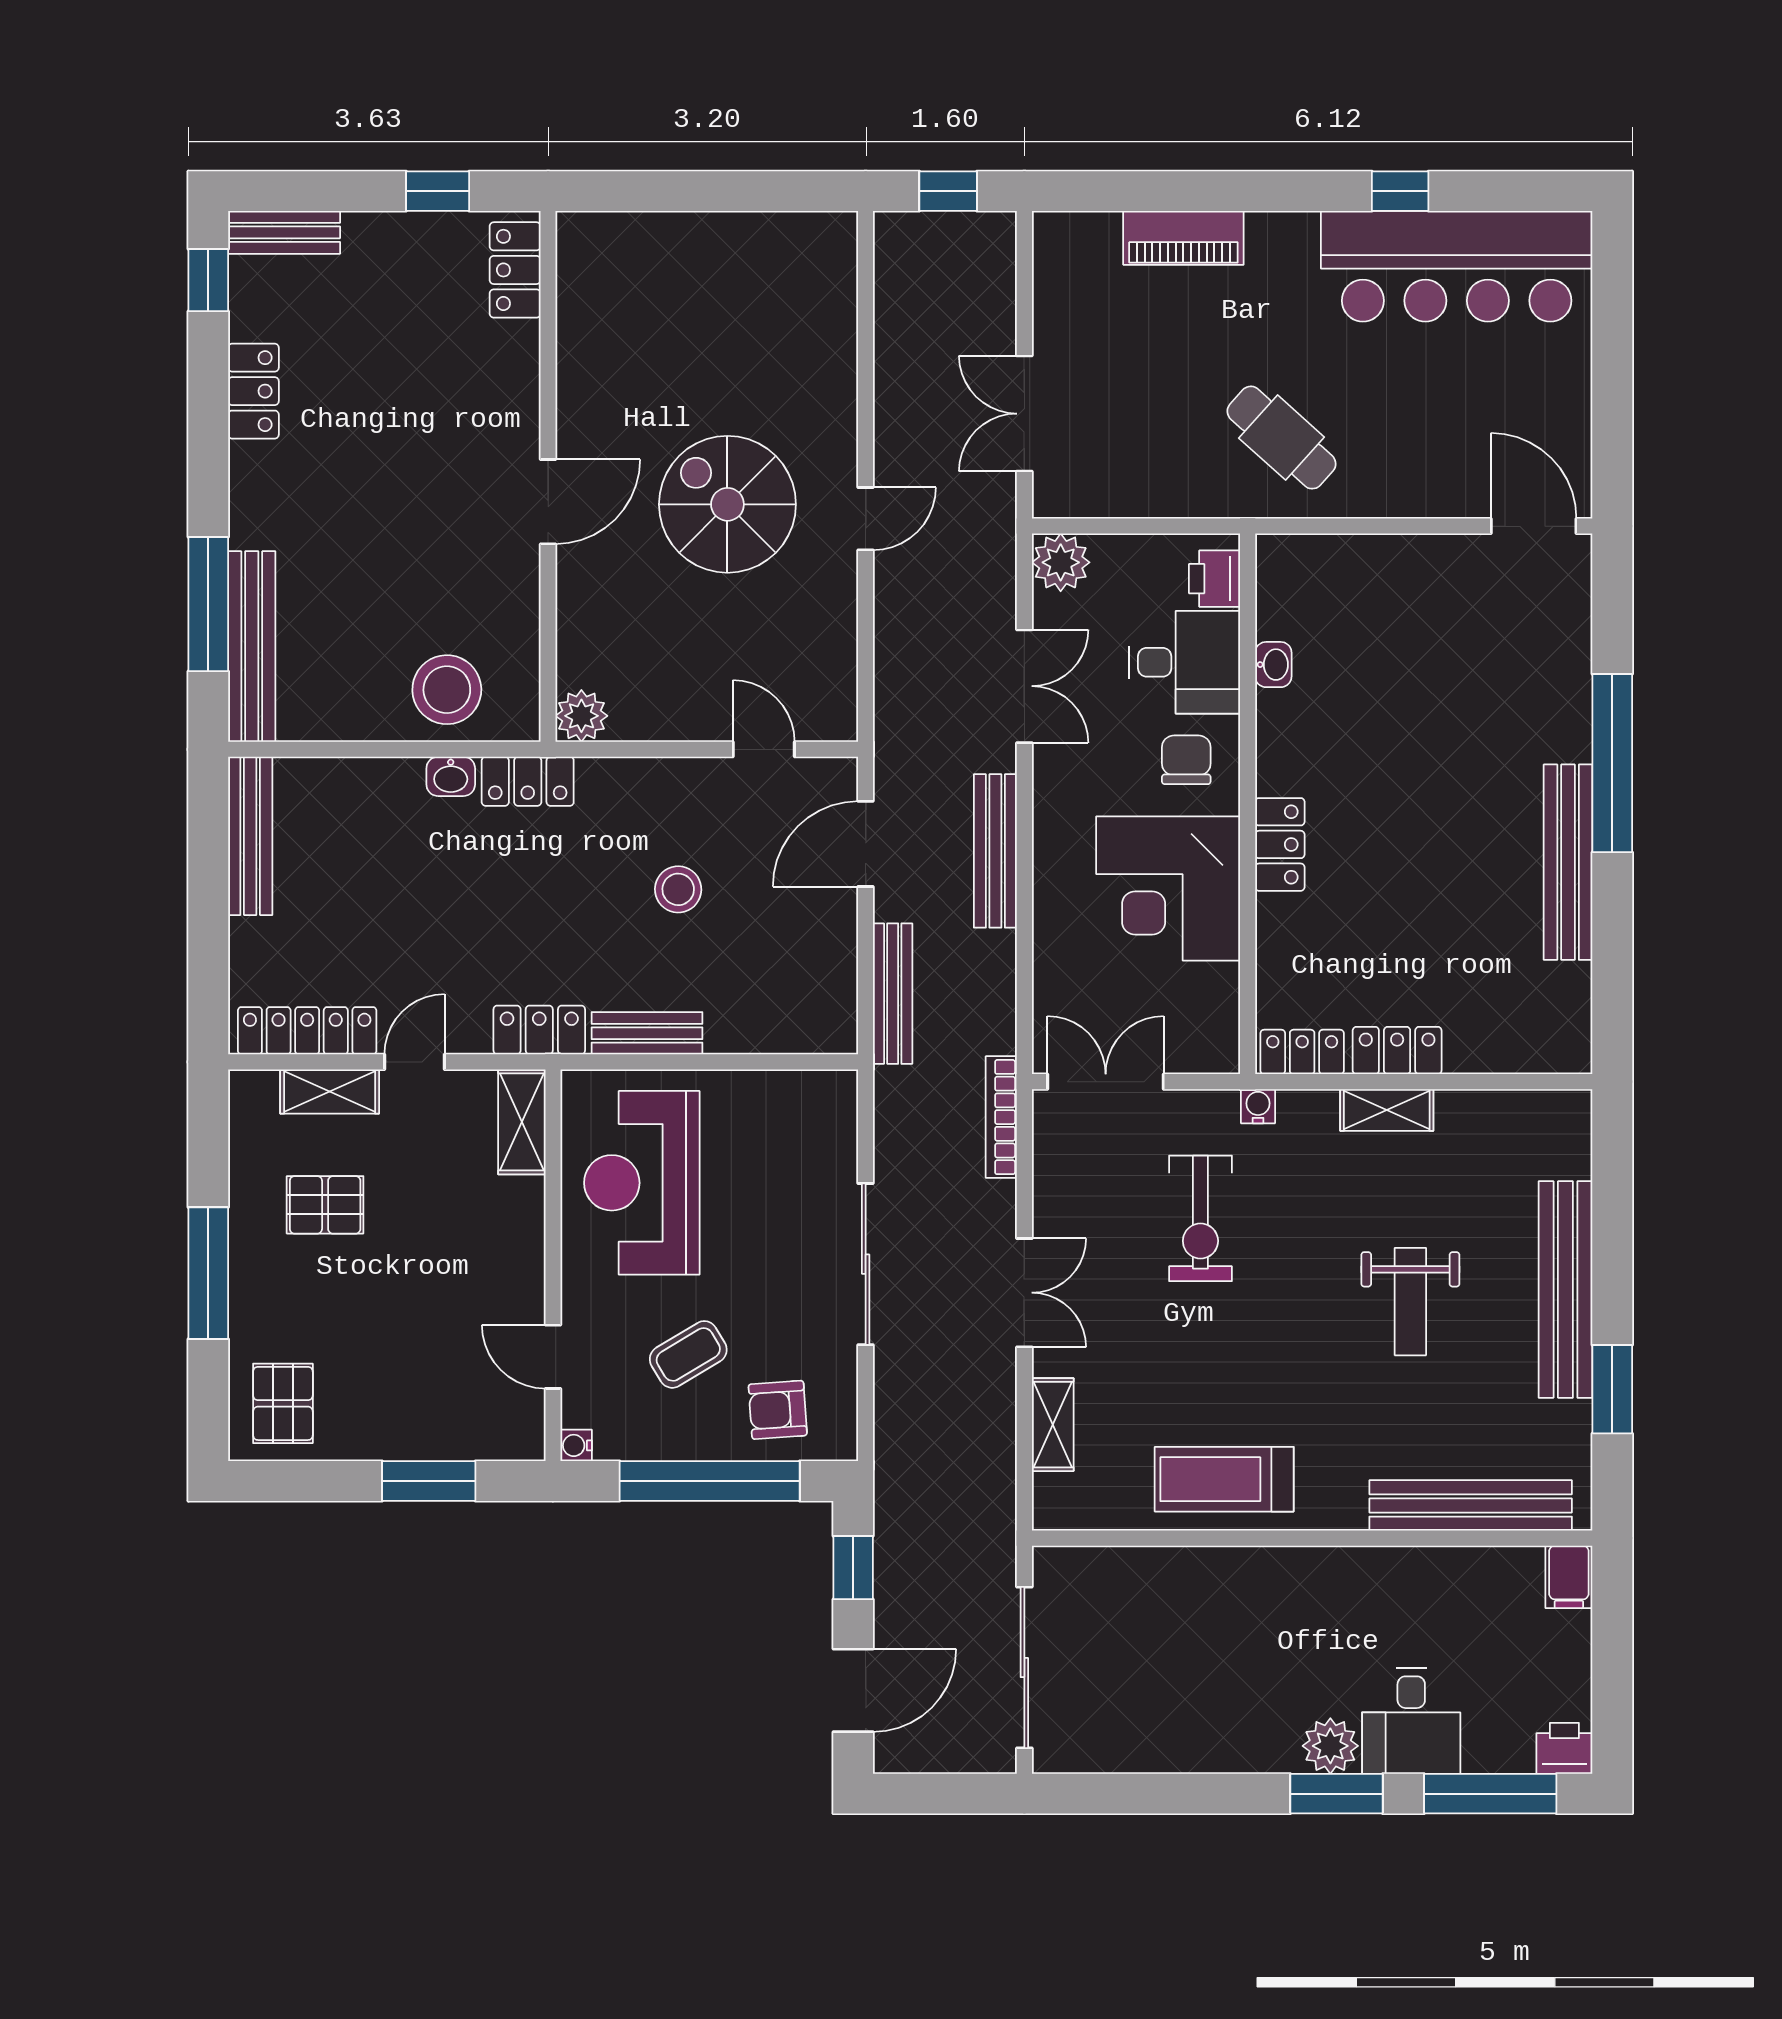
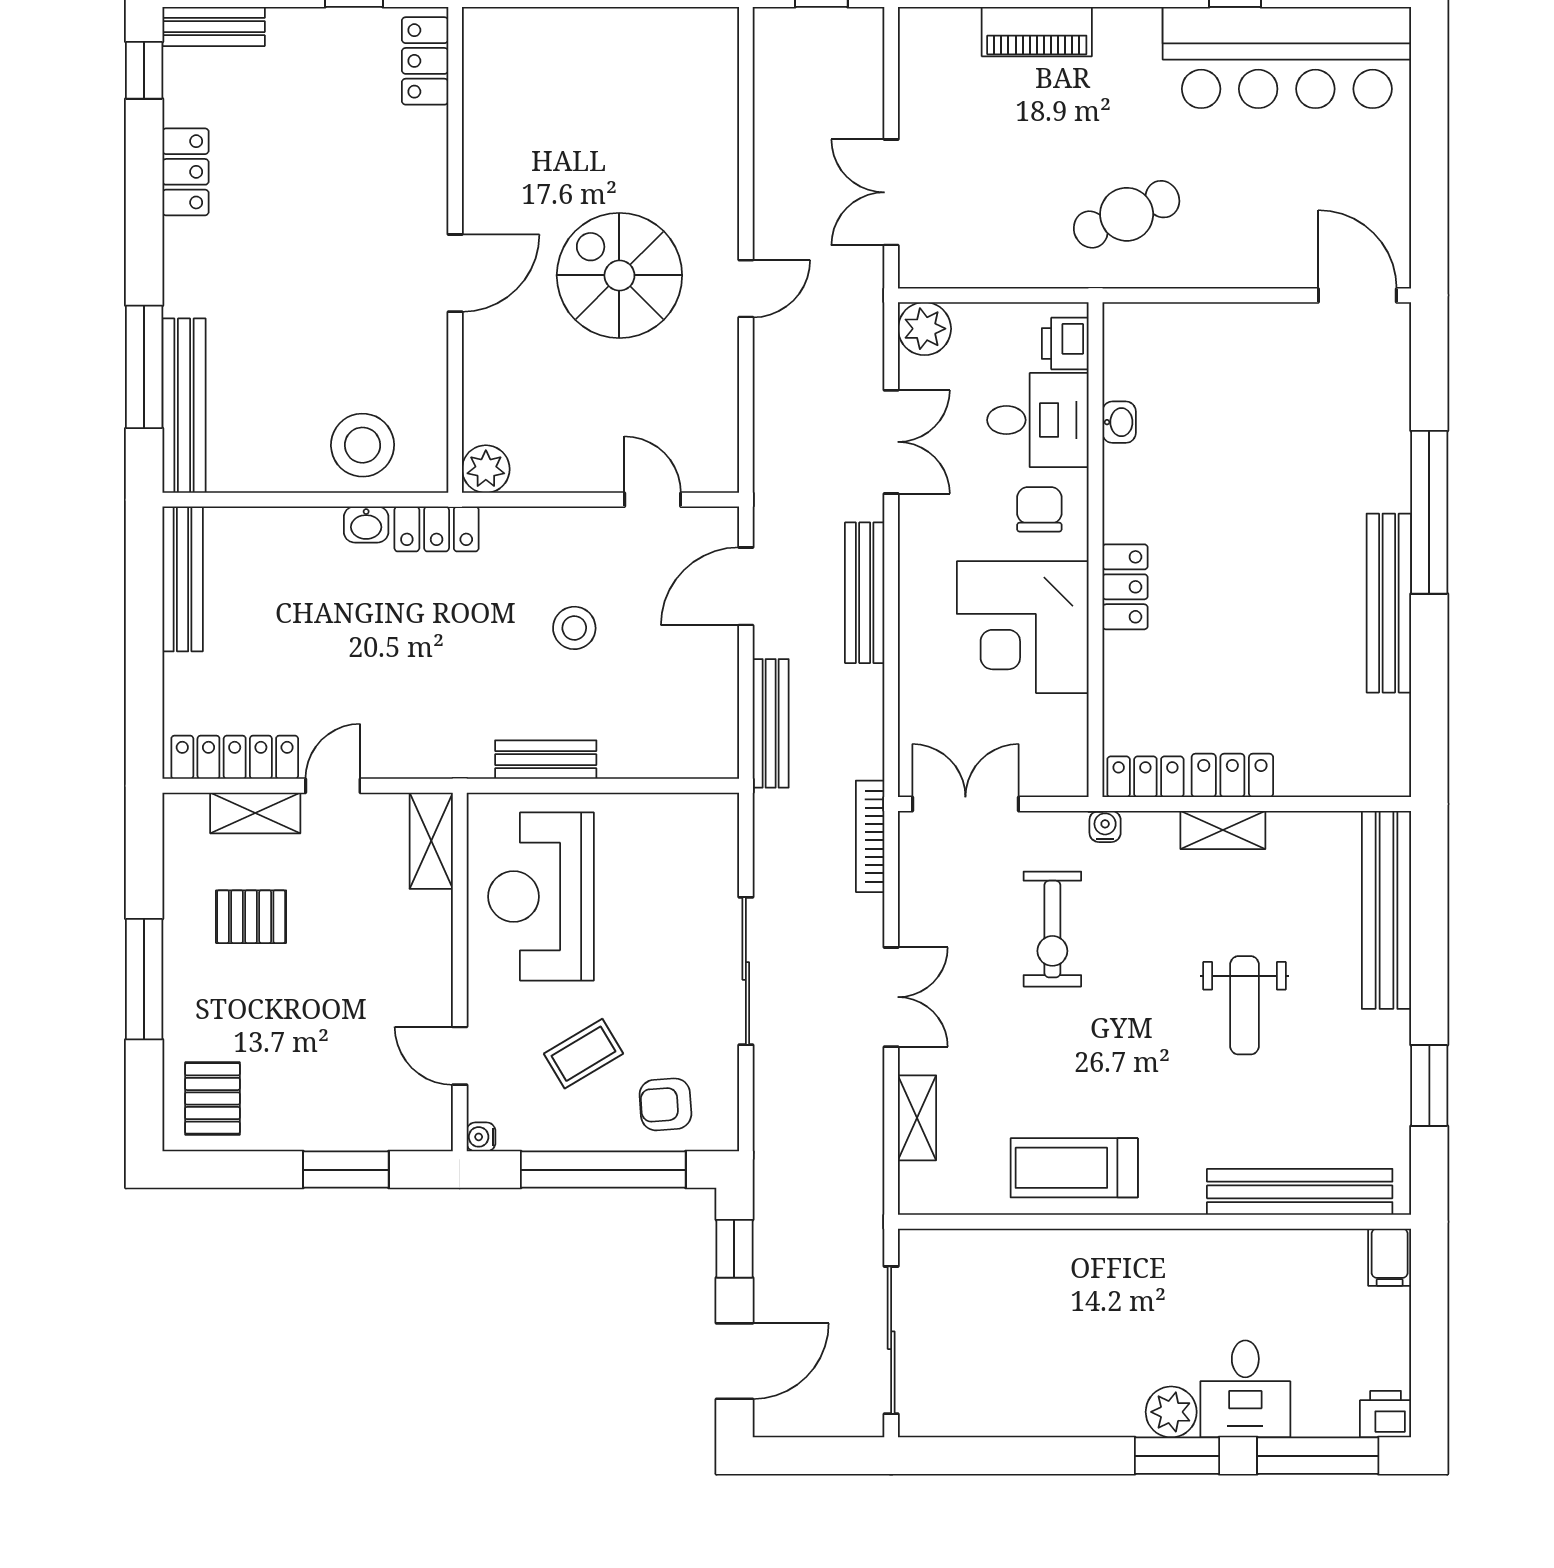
cafe table: (1282, 438) -> (1127, 214), turned -65
locker: (539, 1030) -> (447, 757), removed
bench: (1565, 1289) -> (1386, 910), moved

